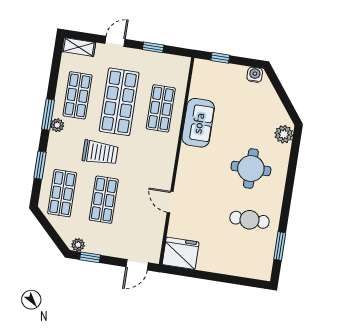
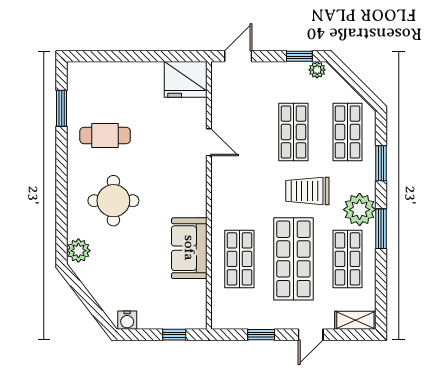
plant: (57, 125) -> (360, 210), width x1.88, depth x1.88

